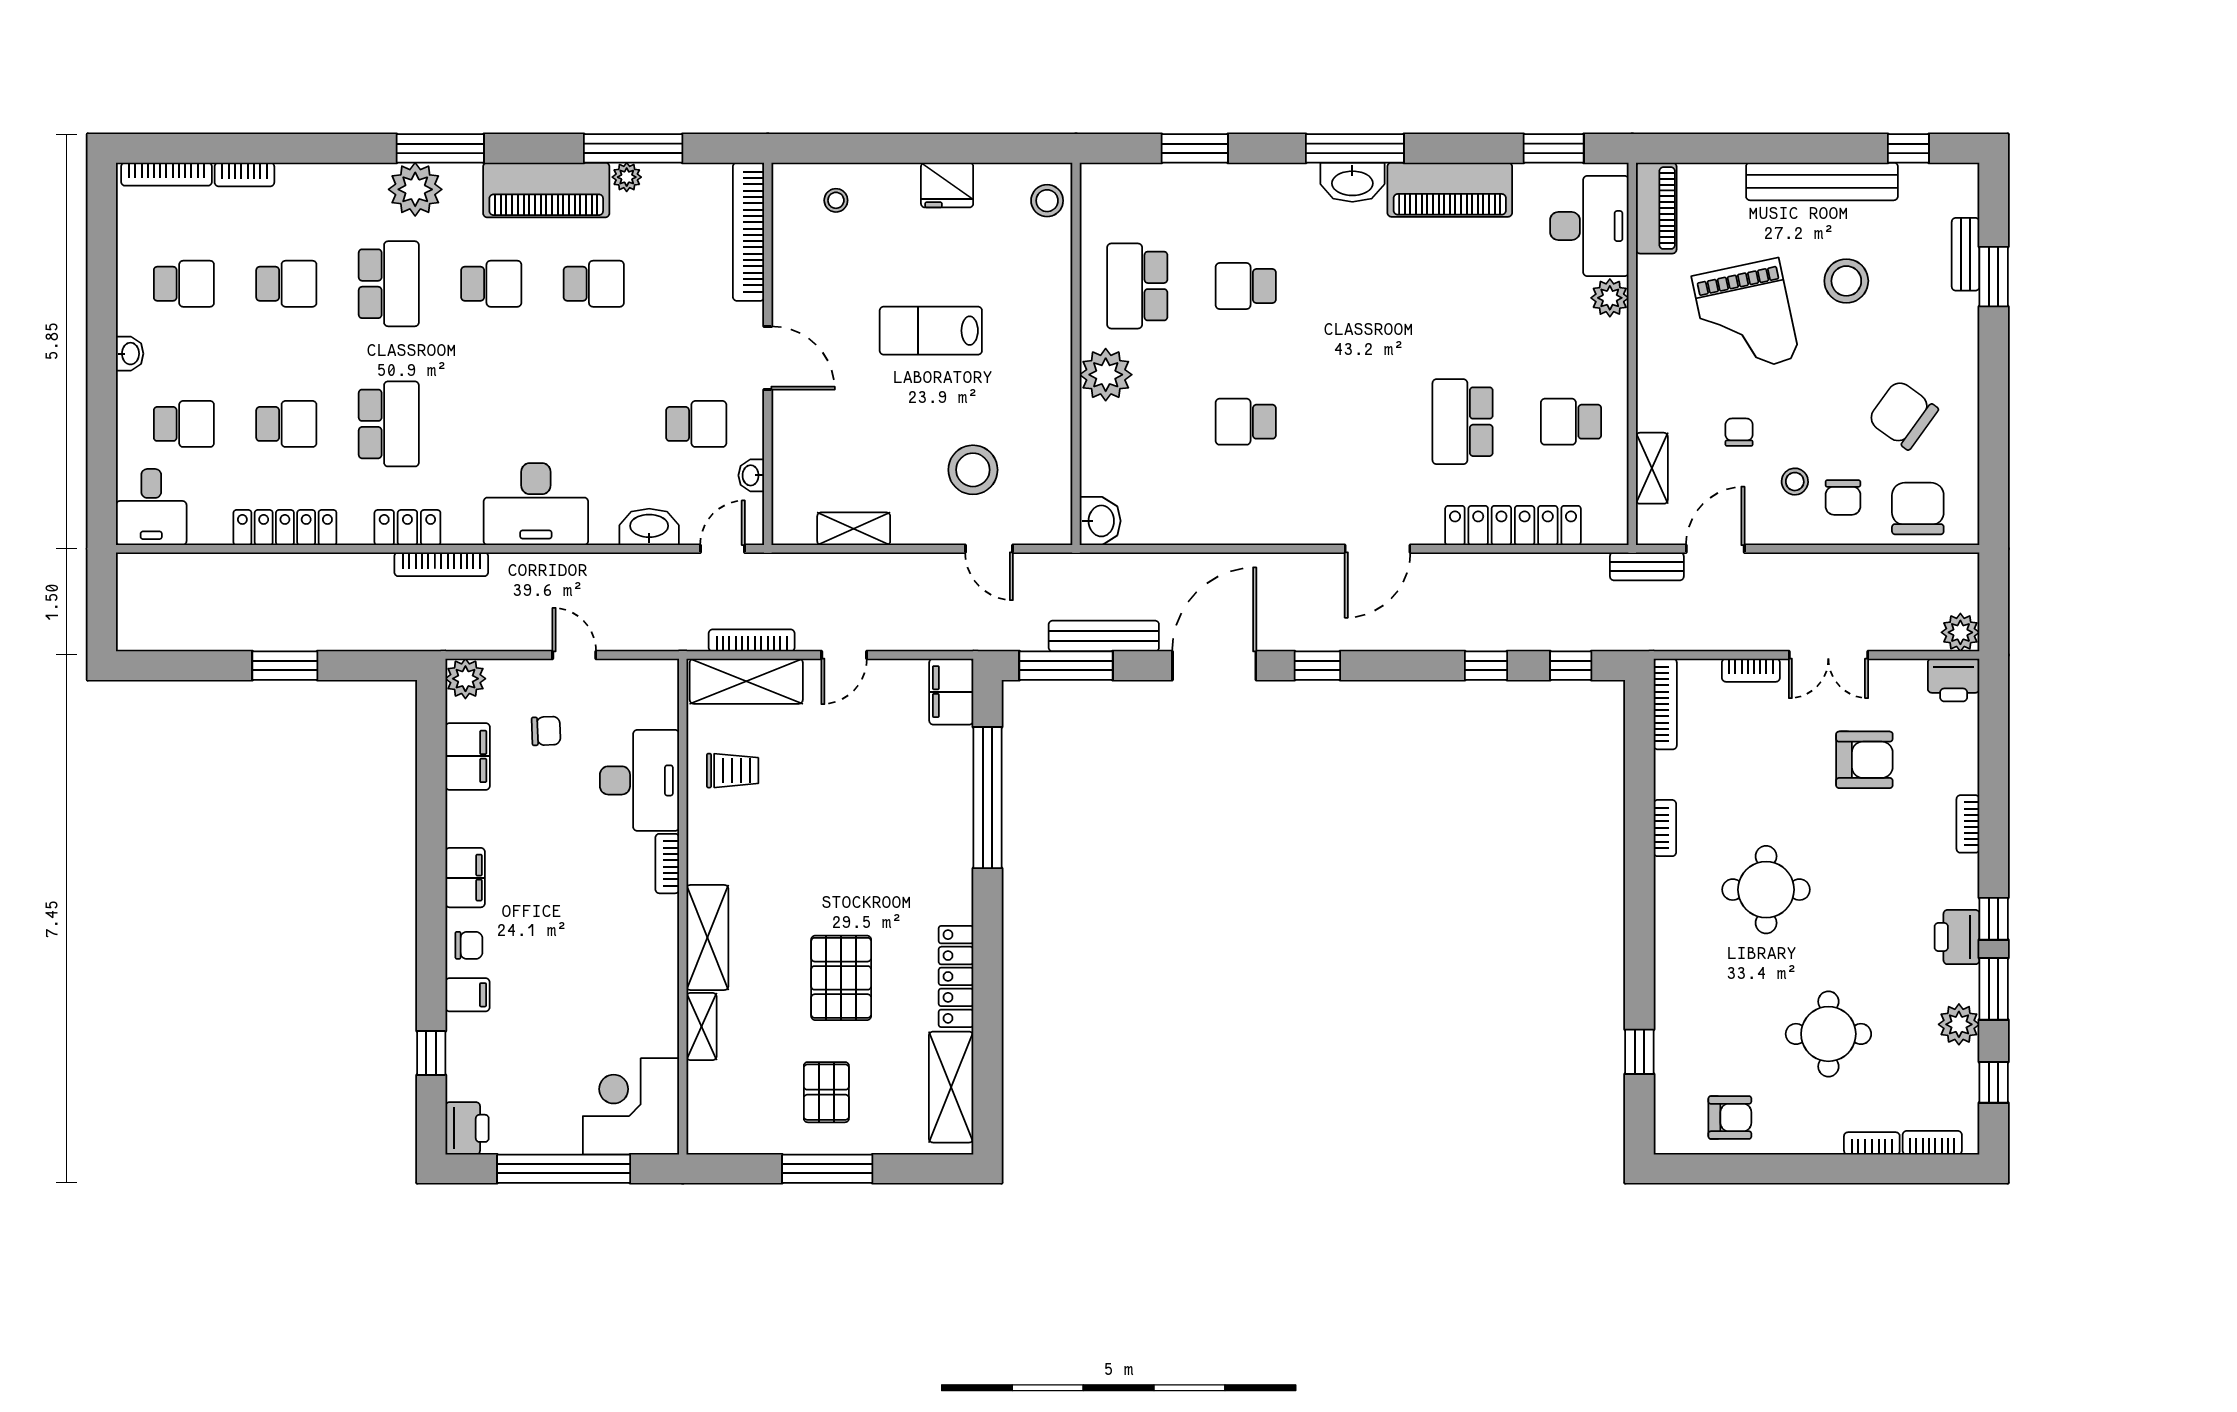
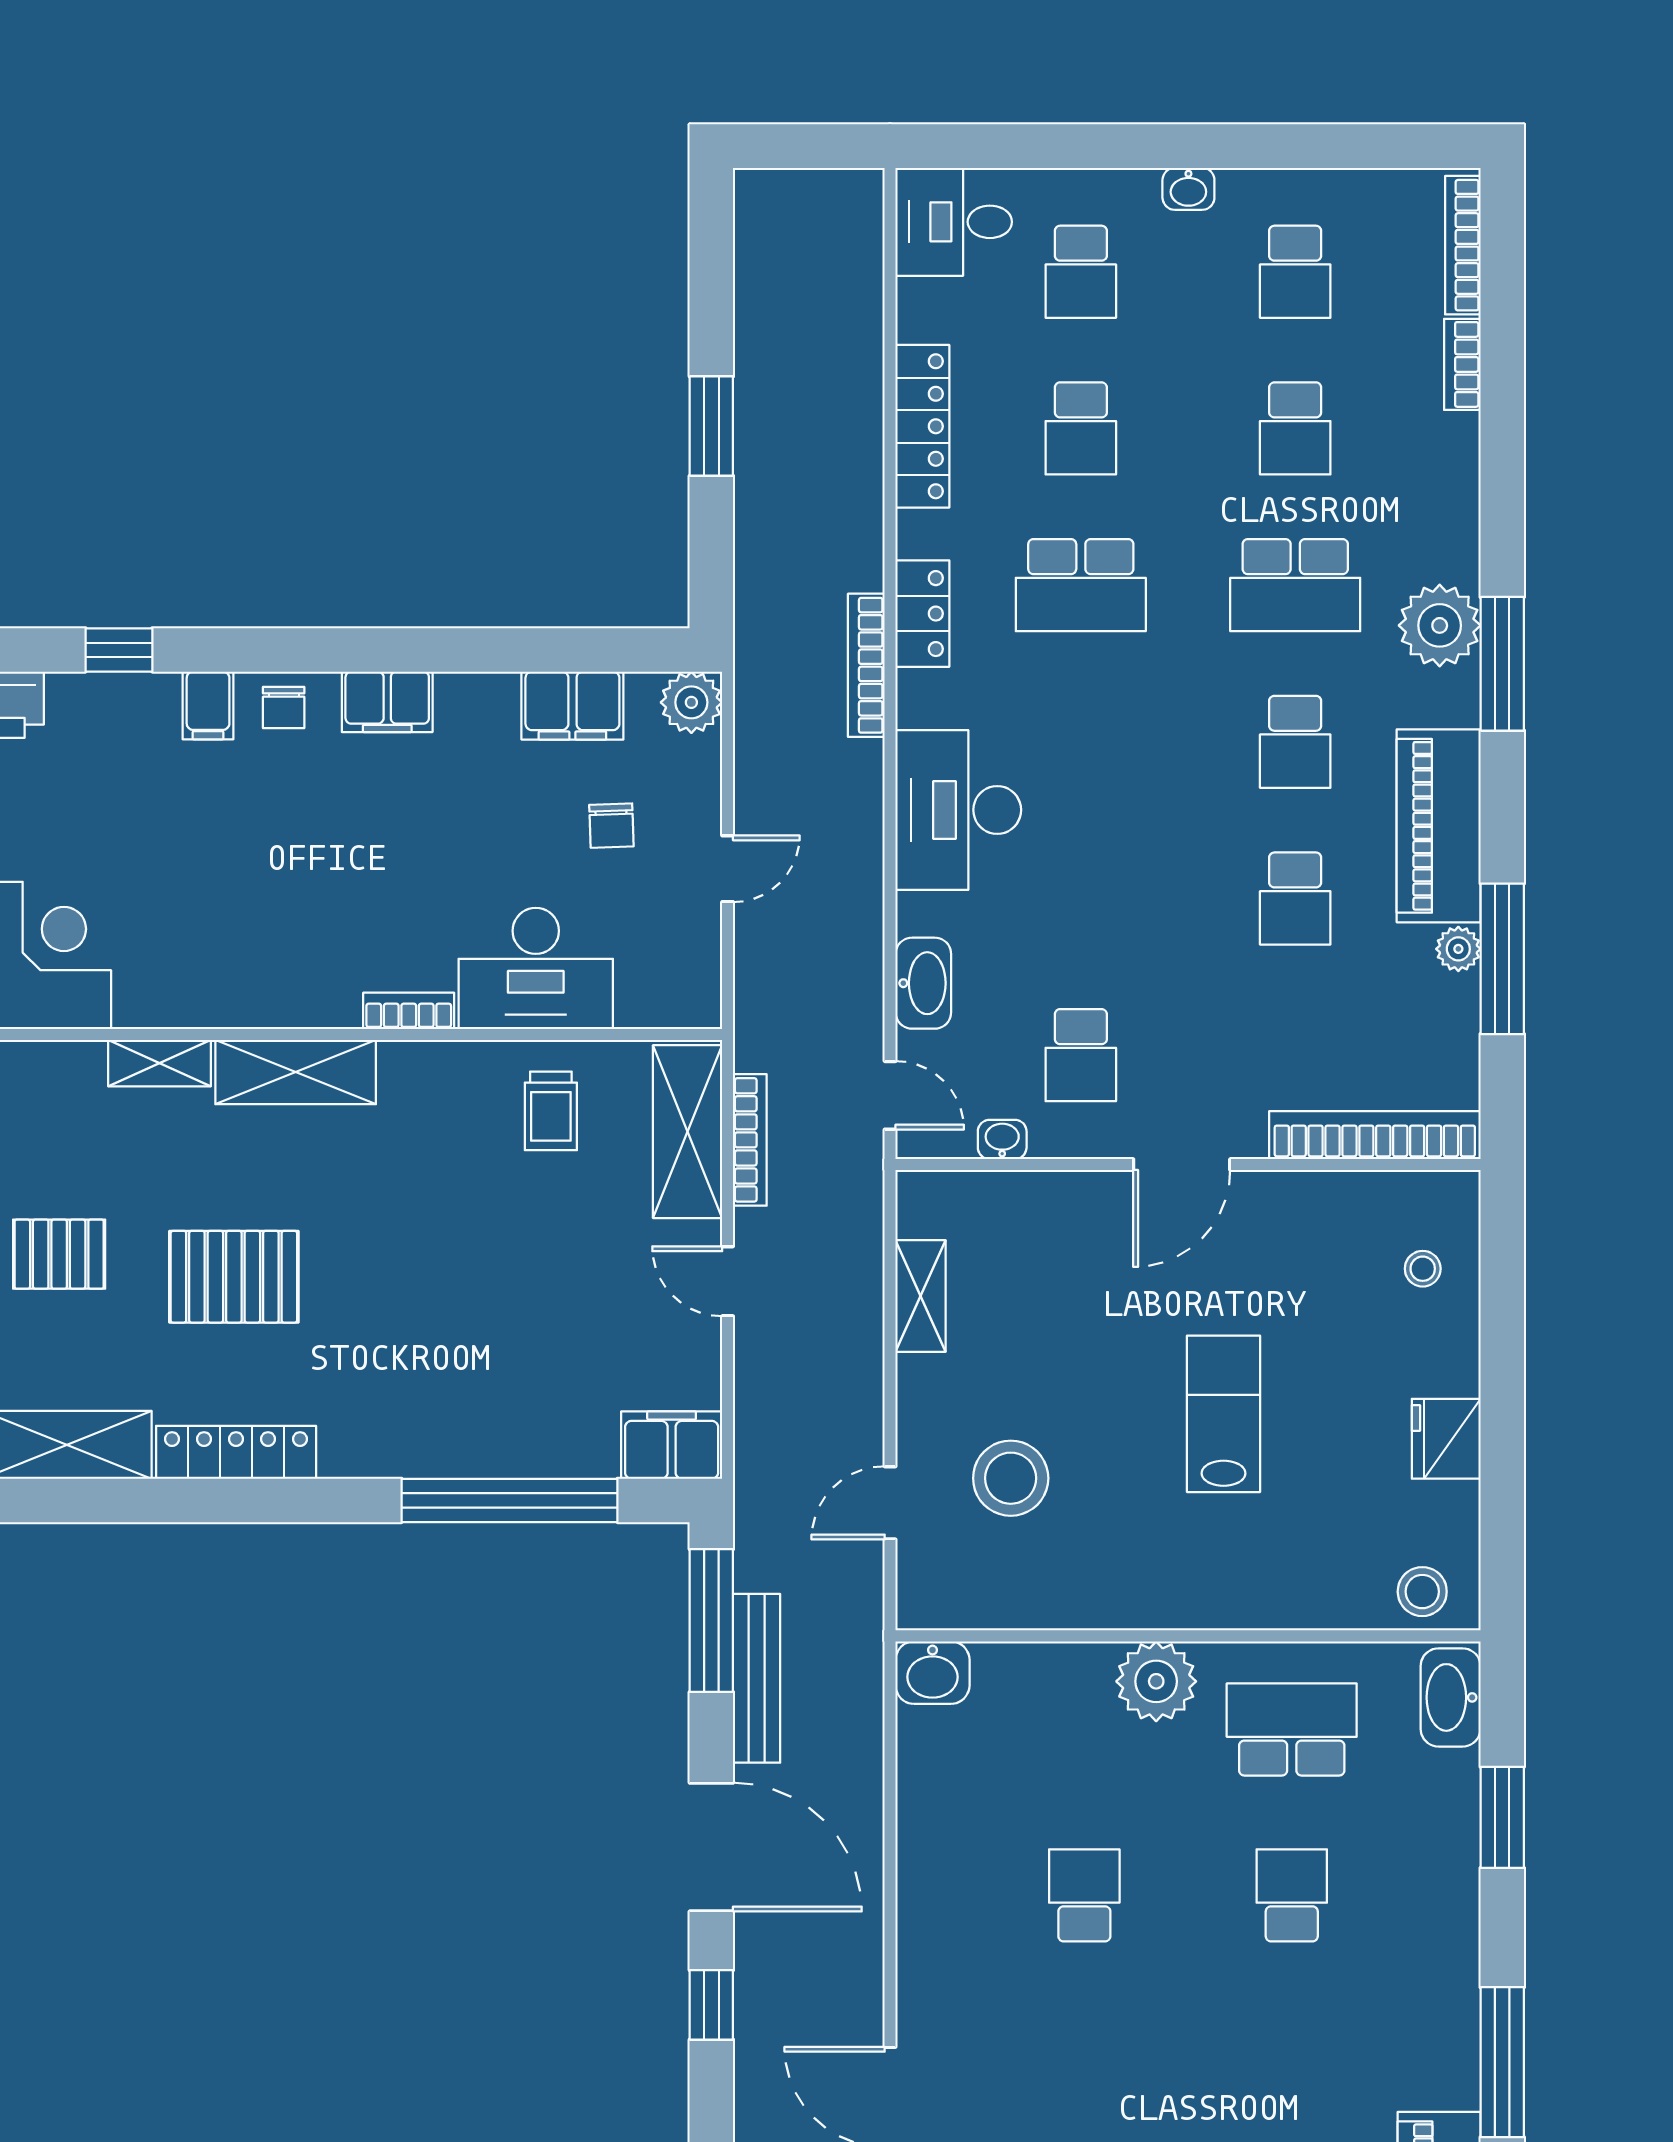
washbasin: (1352, 182) -> (1451, 1697), moved

